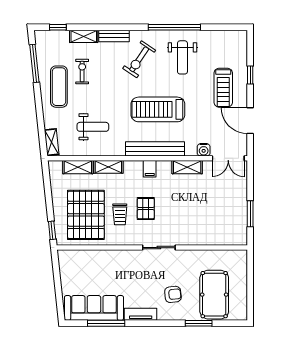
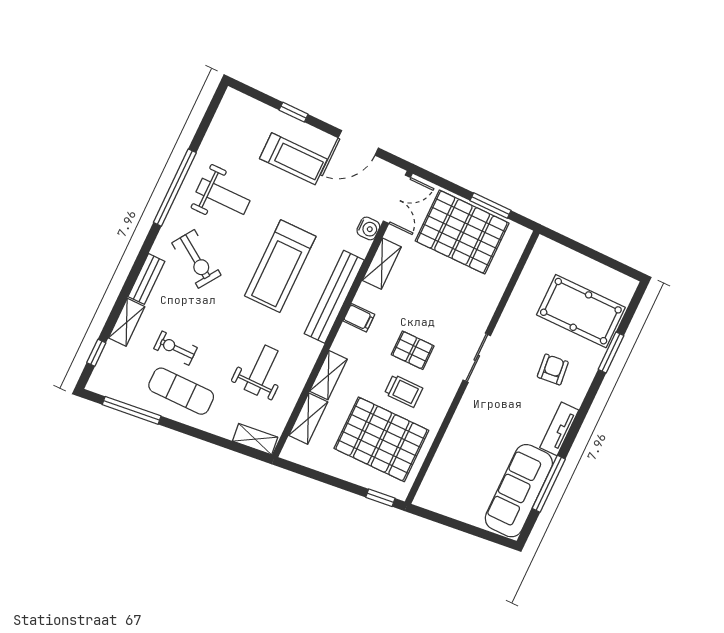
pallet: (227, 205) -> (462, 232), added

